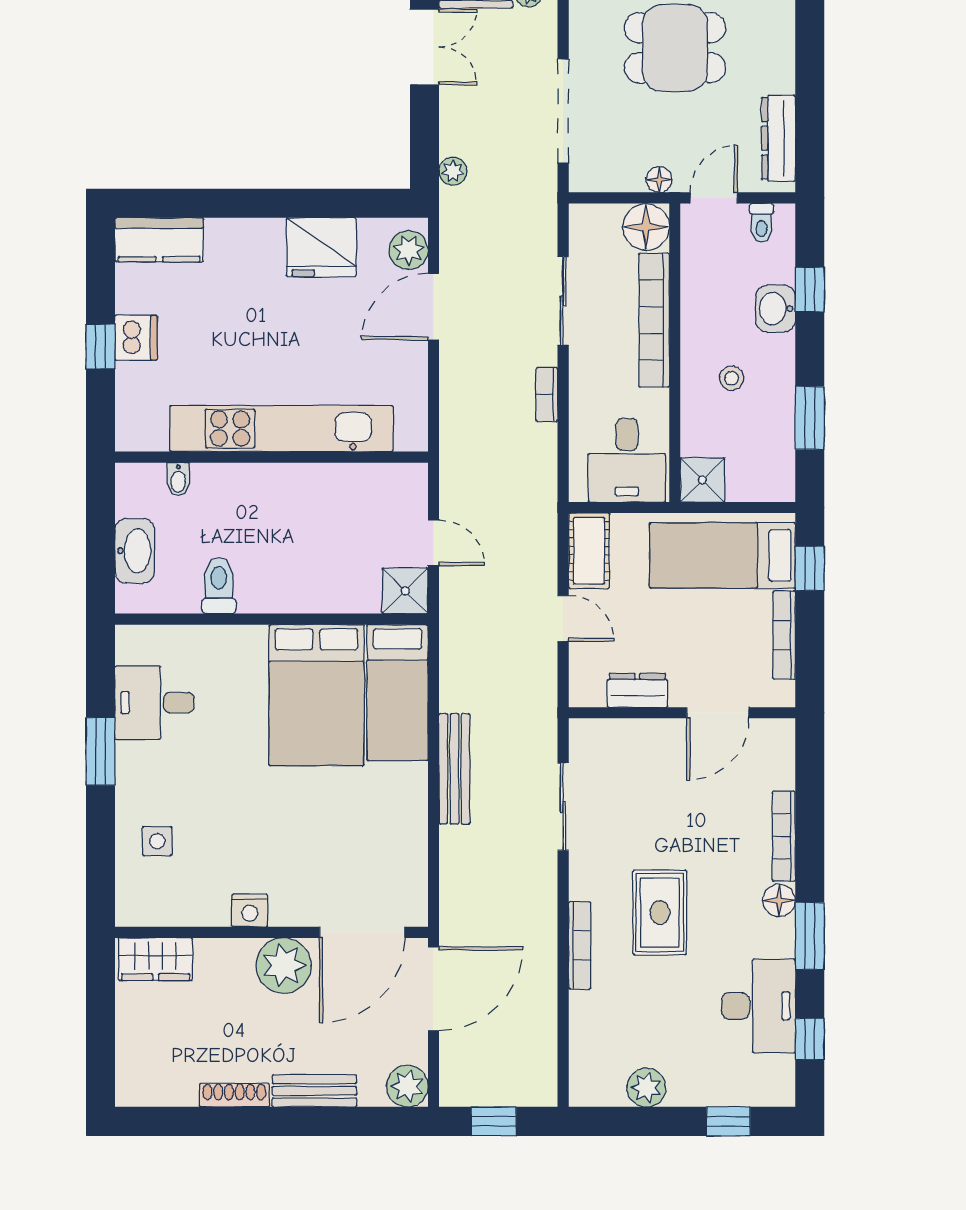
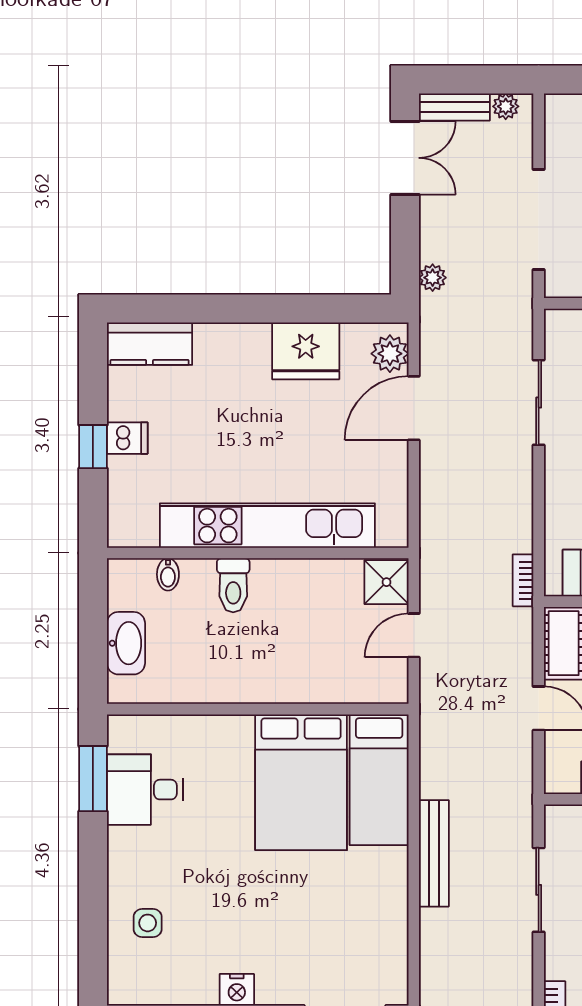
dishwasher: (136, 338) -> (127, 438), width x0.73
bookcase: (547, 394) -> (523, 580), moved
door: (434, 543) -> (414, 635), swing flipped
toilet: (219, 586) -> (233, 585), moved, turned 180
shower: (405, 591) -> (387, 582), moved
window: (100, 751) -> (93, 779), moved

